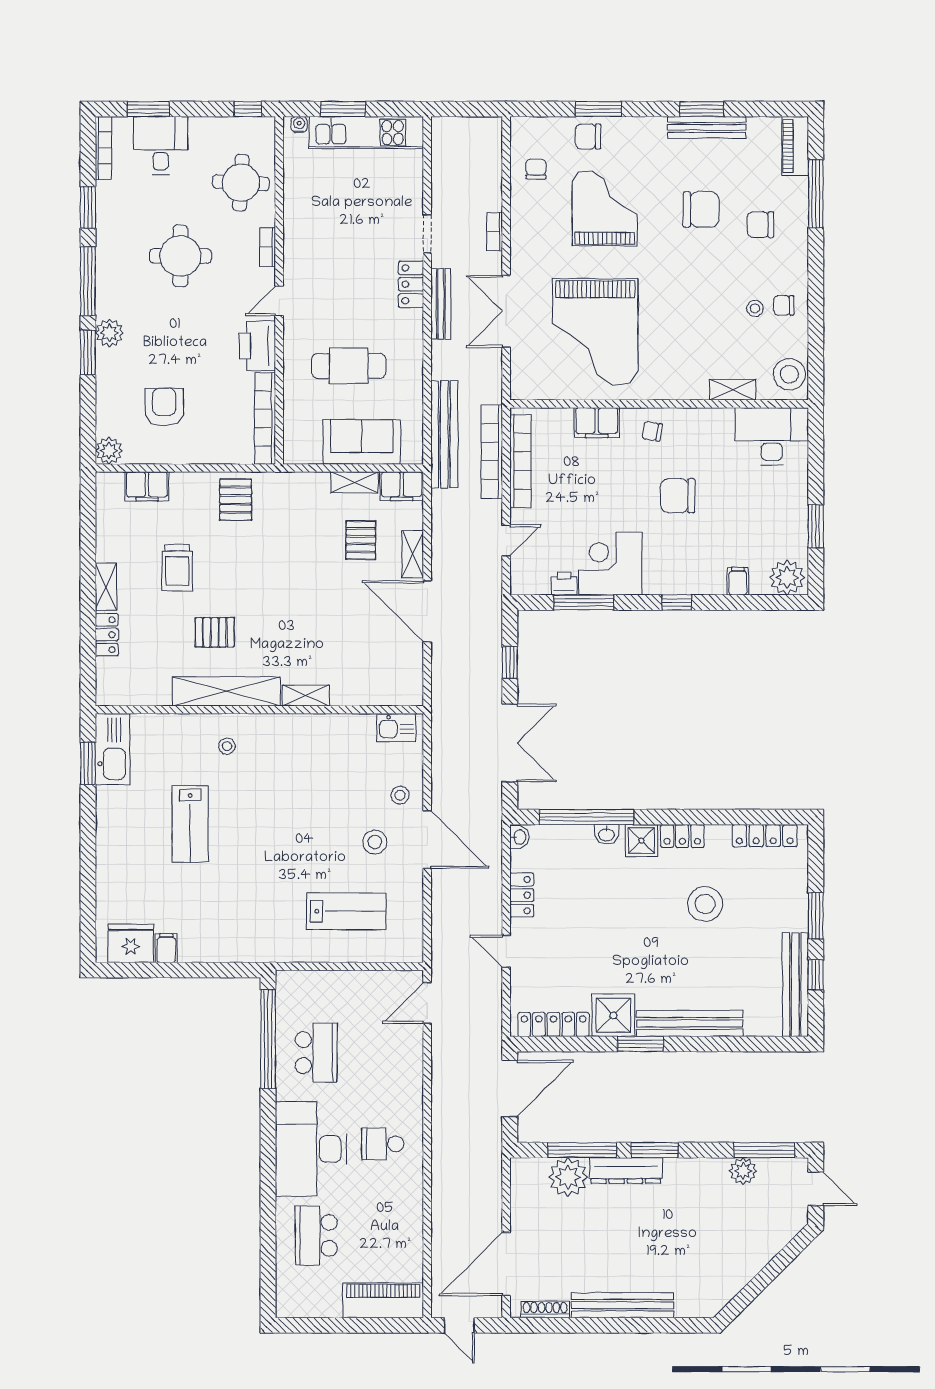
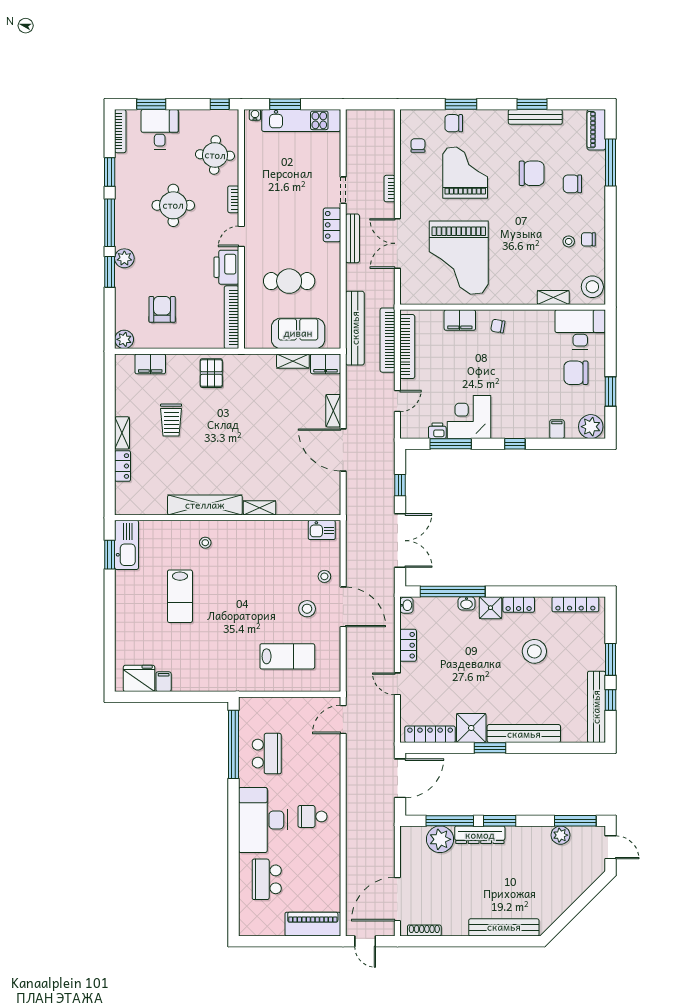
chair: (678, 496) -> (576, 373), moved
pallet: (361, 540) -> (297, 401), removed
pallet: (215, 632) -> (197, 464), removed
bench: (623, 1305) -> (504, 927), moved

